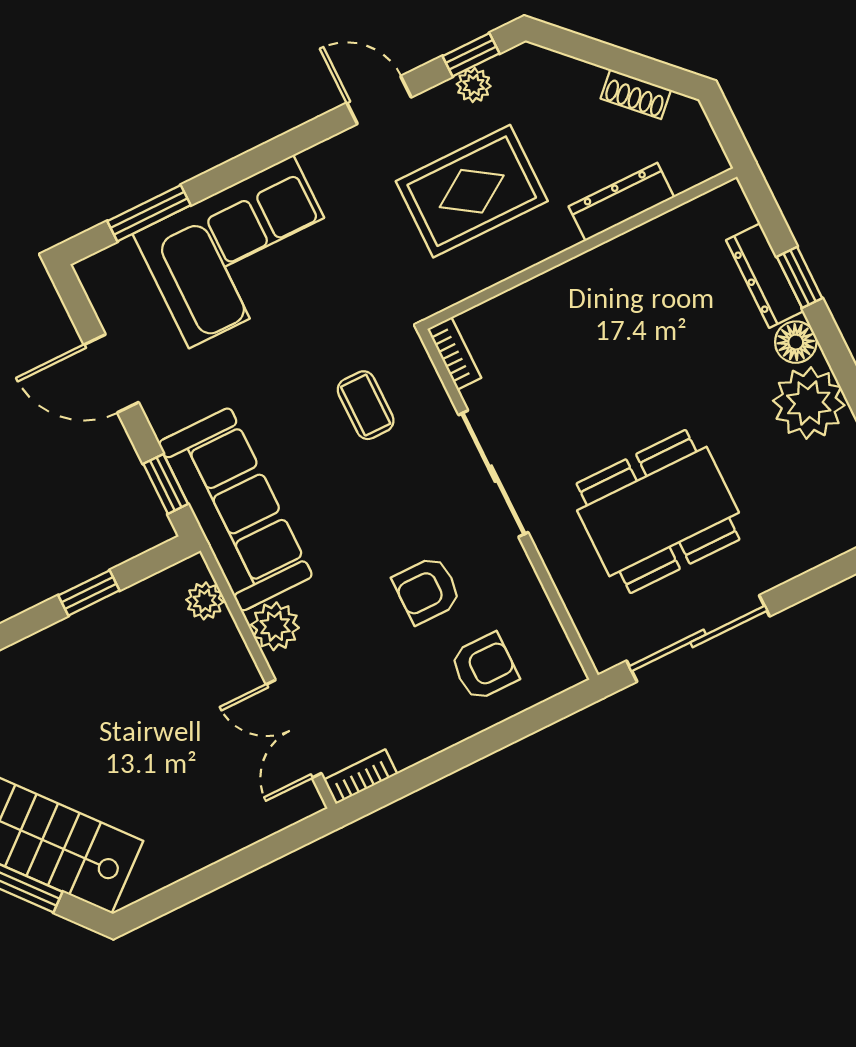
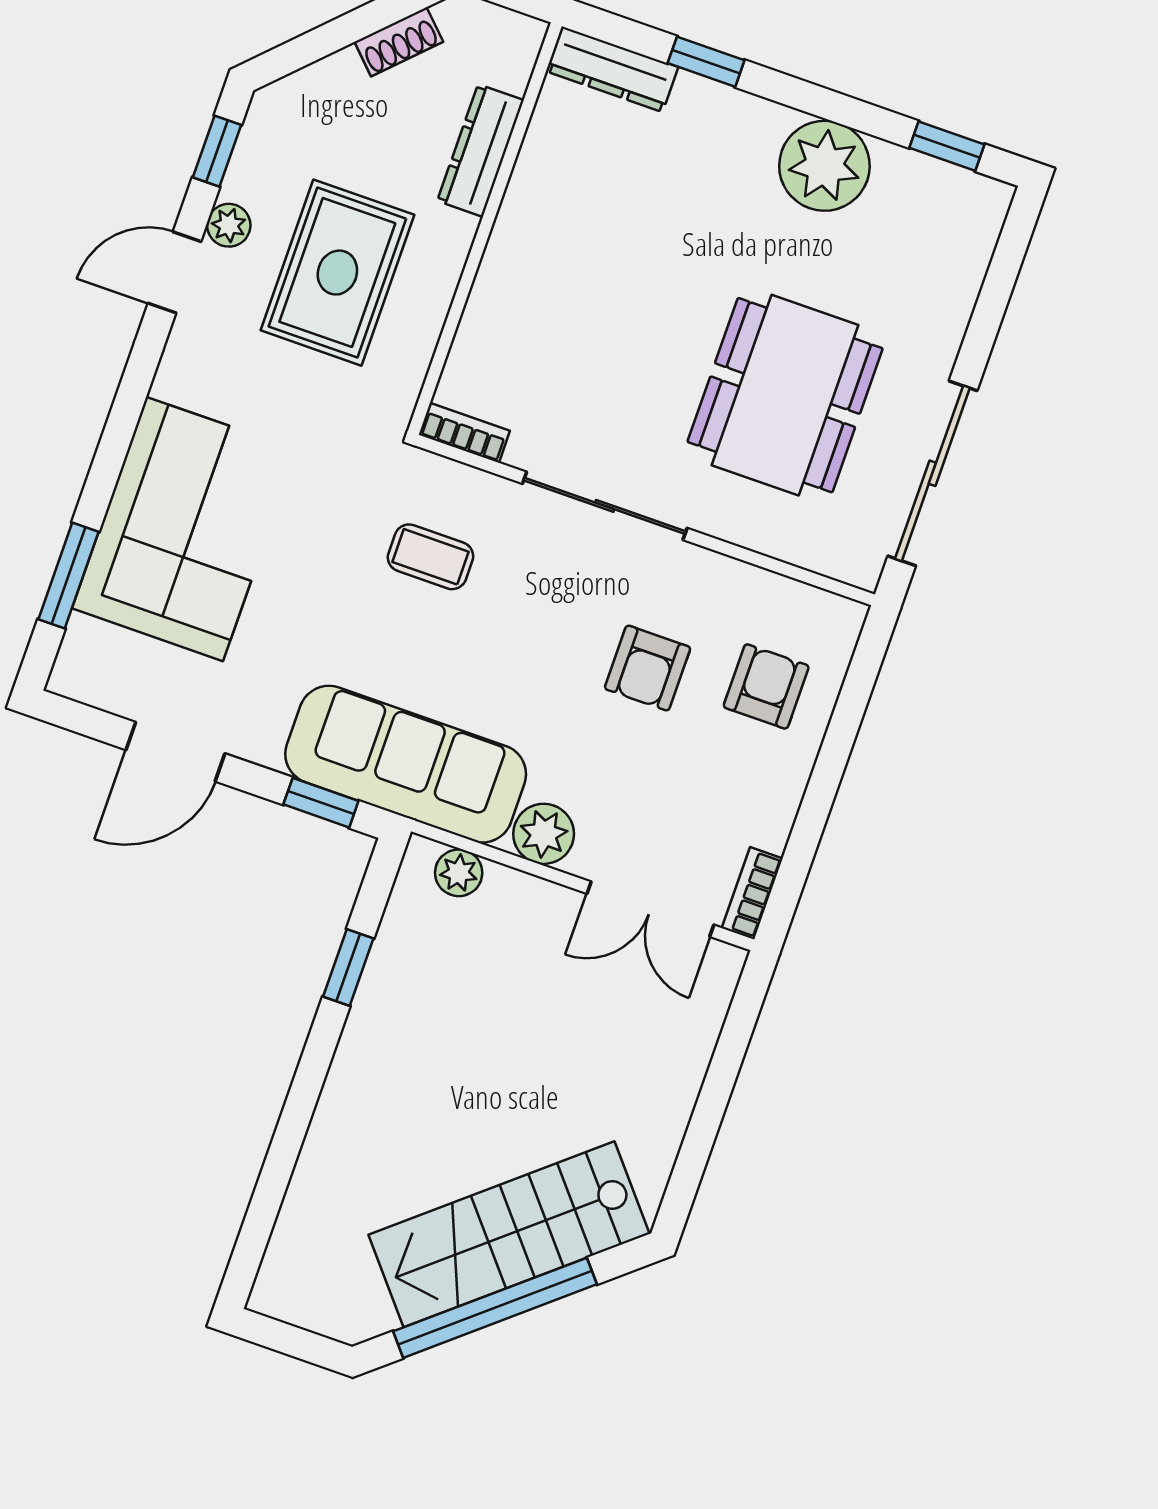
plant: (474, 85) -> (229, 225), moved
dresser: (765, 276) -> (613, 69), moved
floor lamp: (796, 342) -> (759, 123), removed

